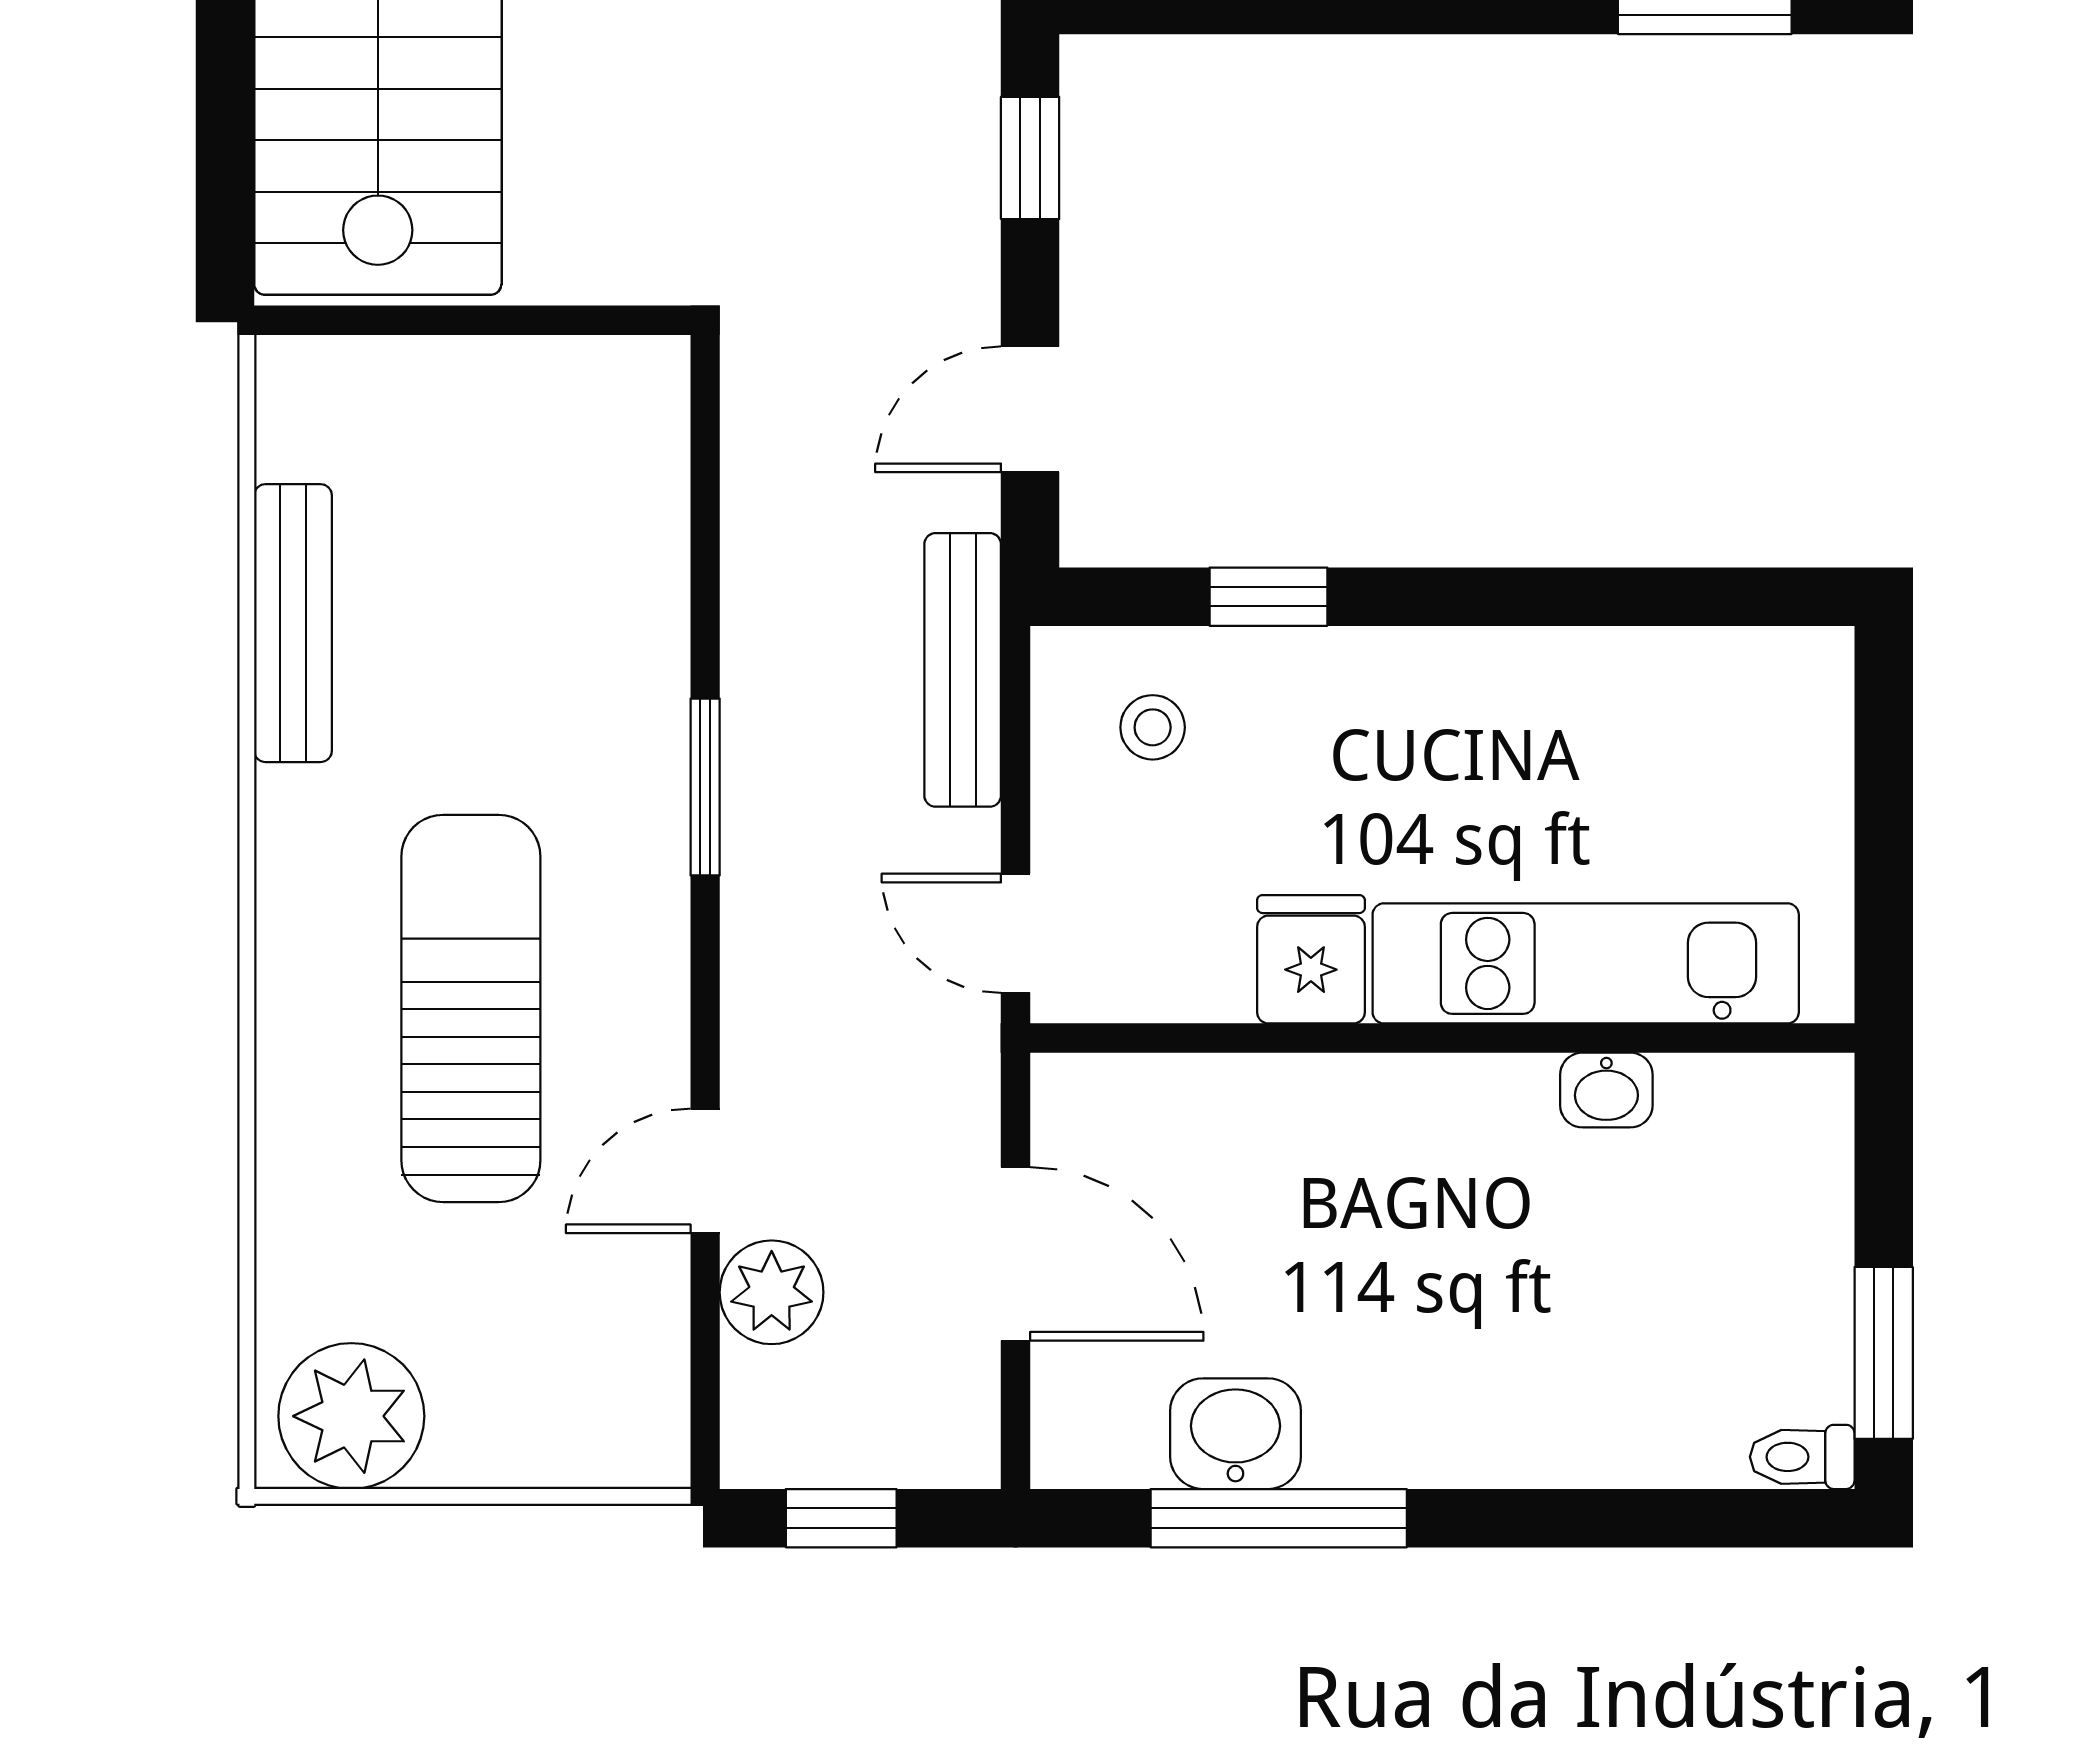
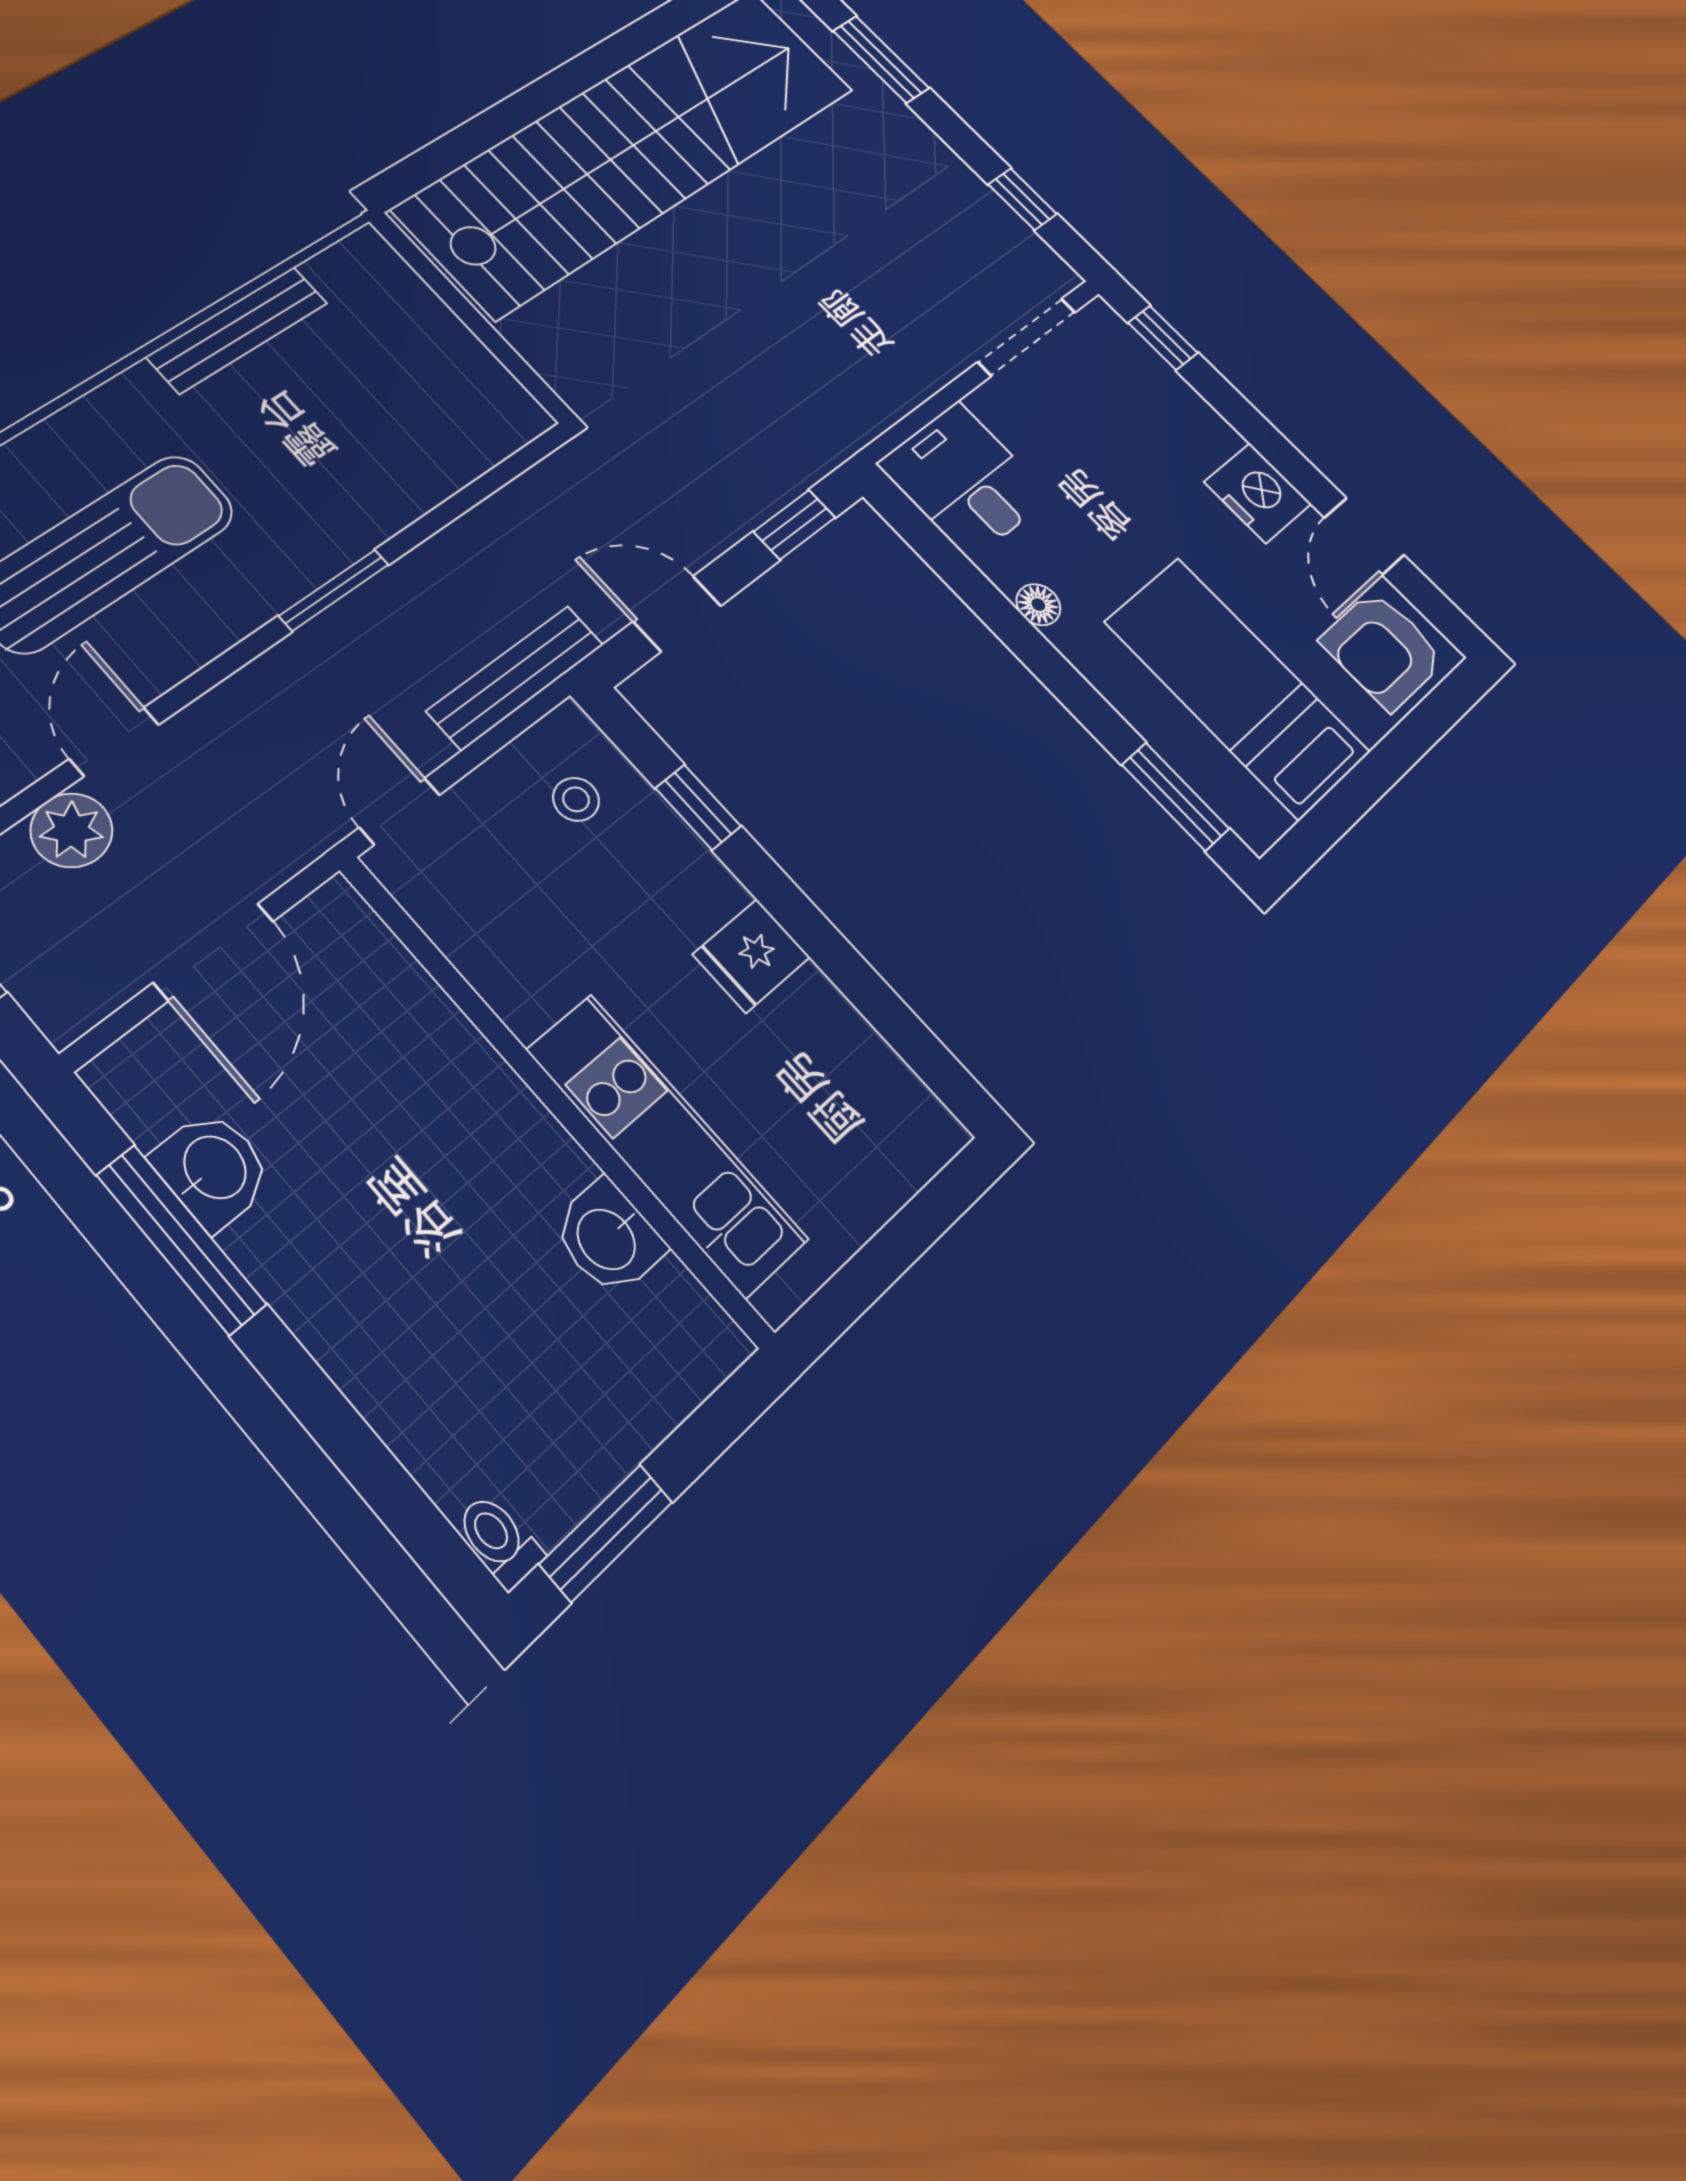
fridge: (1311, 959) -> (751, 956), moved, turned 180
washbasin: (1606, 1090) -> (608, 1238), width x1.38, depth x1.45
door: (705, 1171) -> (114, 742), hinge flipped

